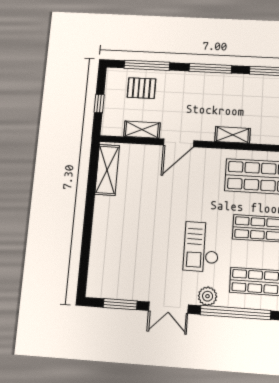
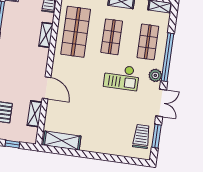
shelving: (233, 135) -> (46, 35), moved
trolley: (119, 282) -> (141, 136), added

